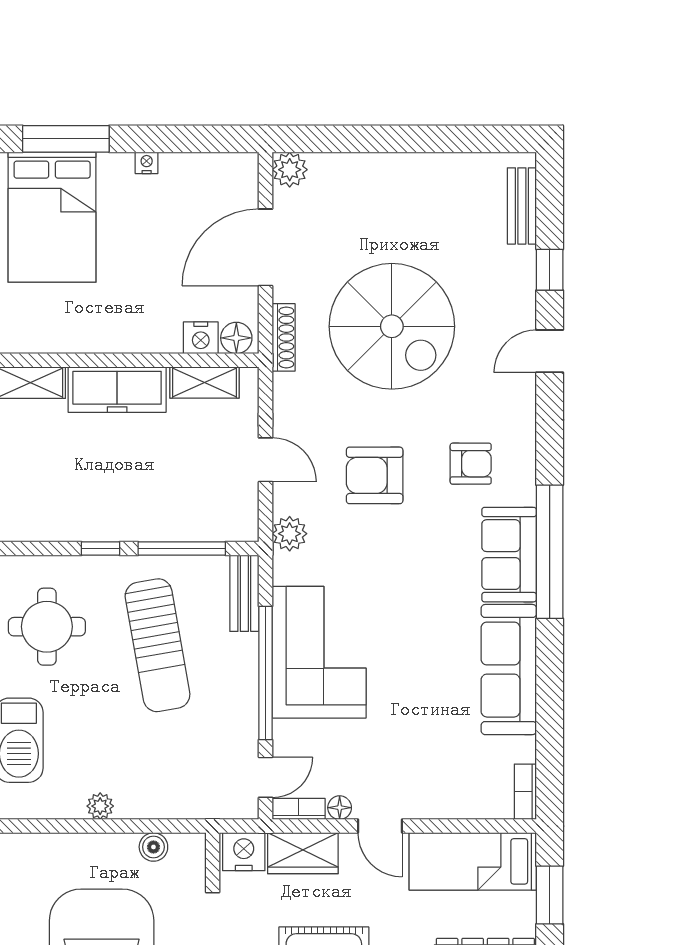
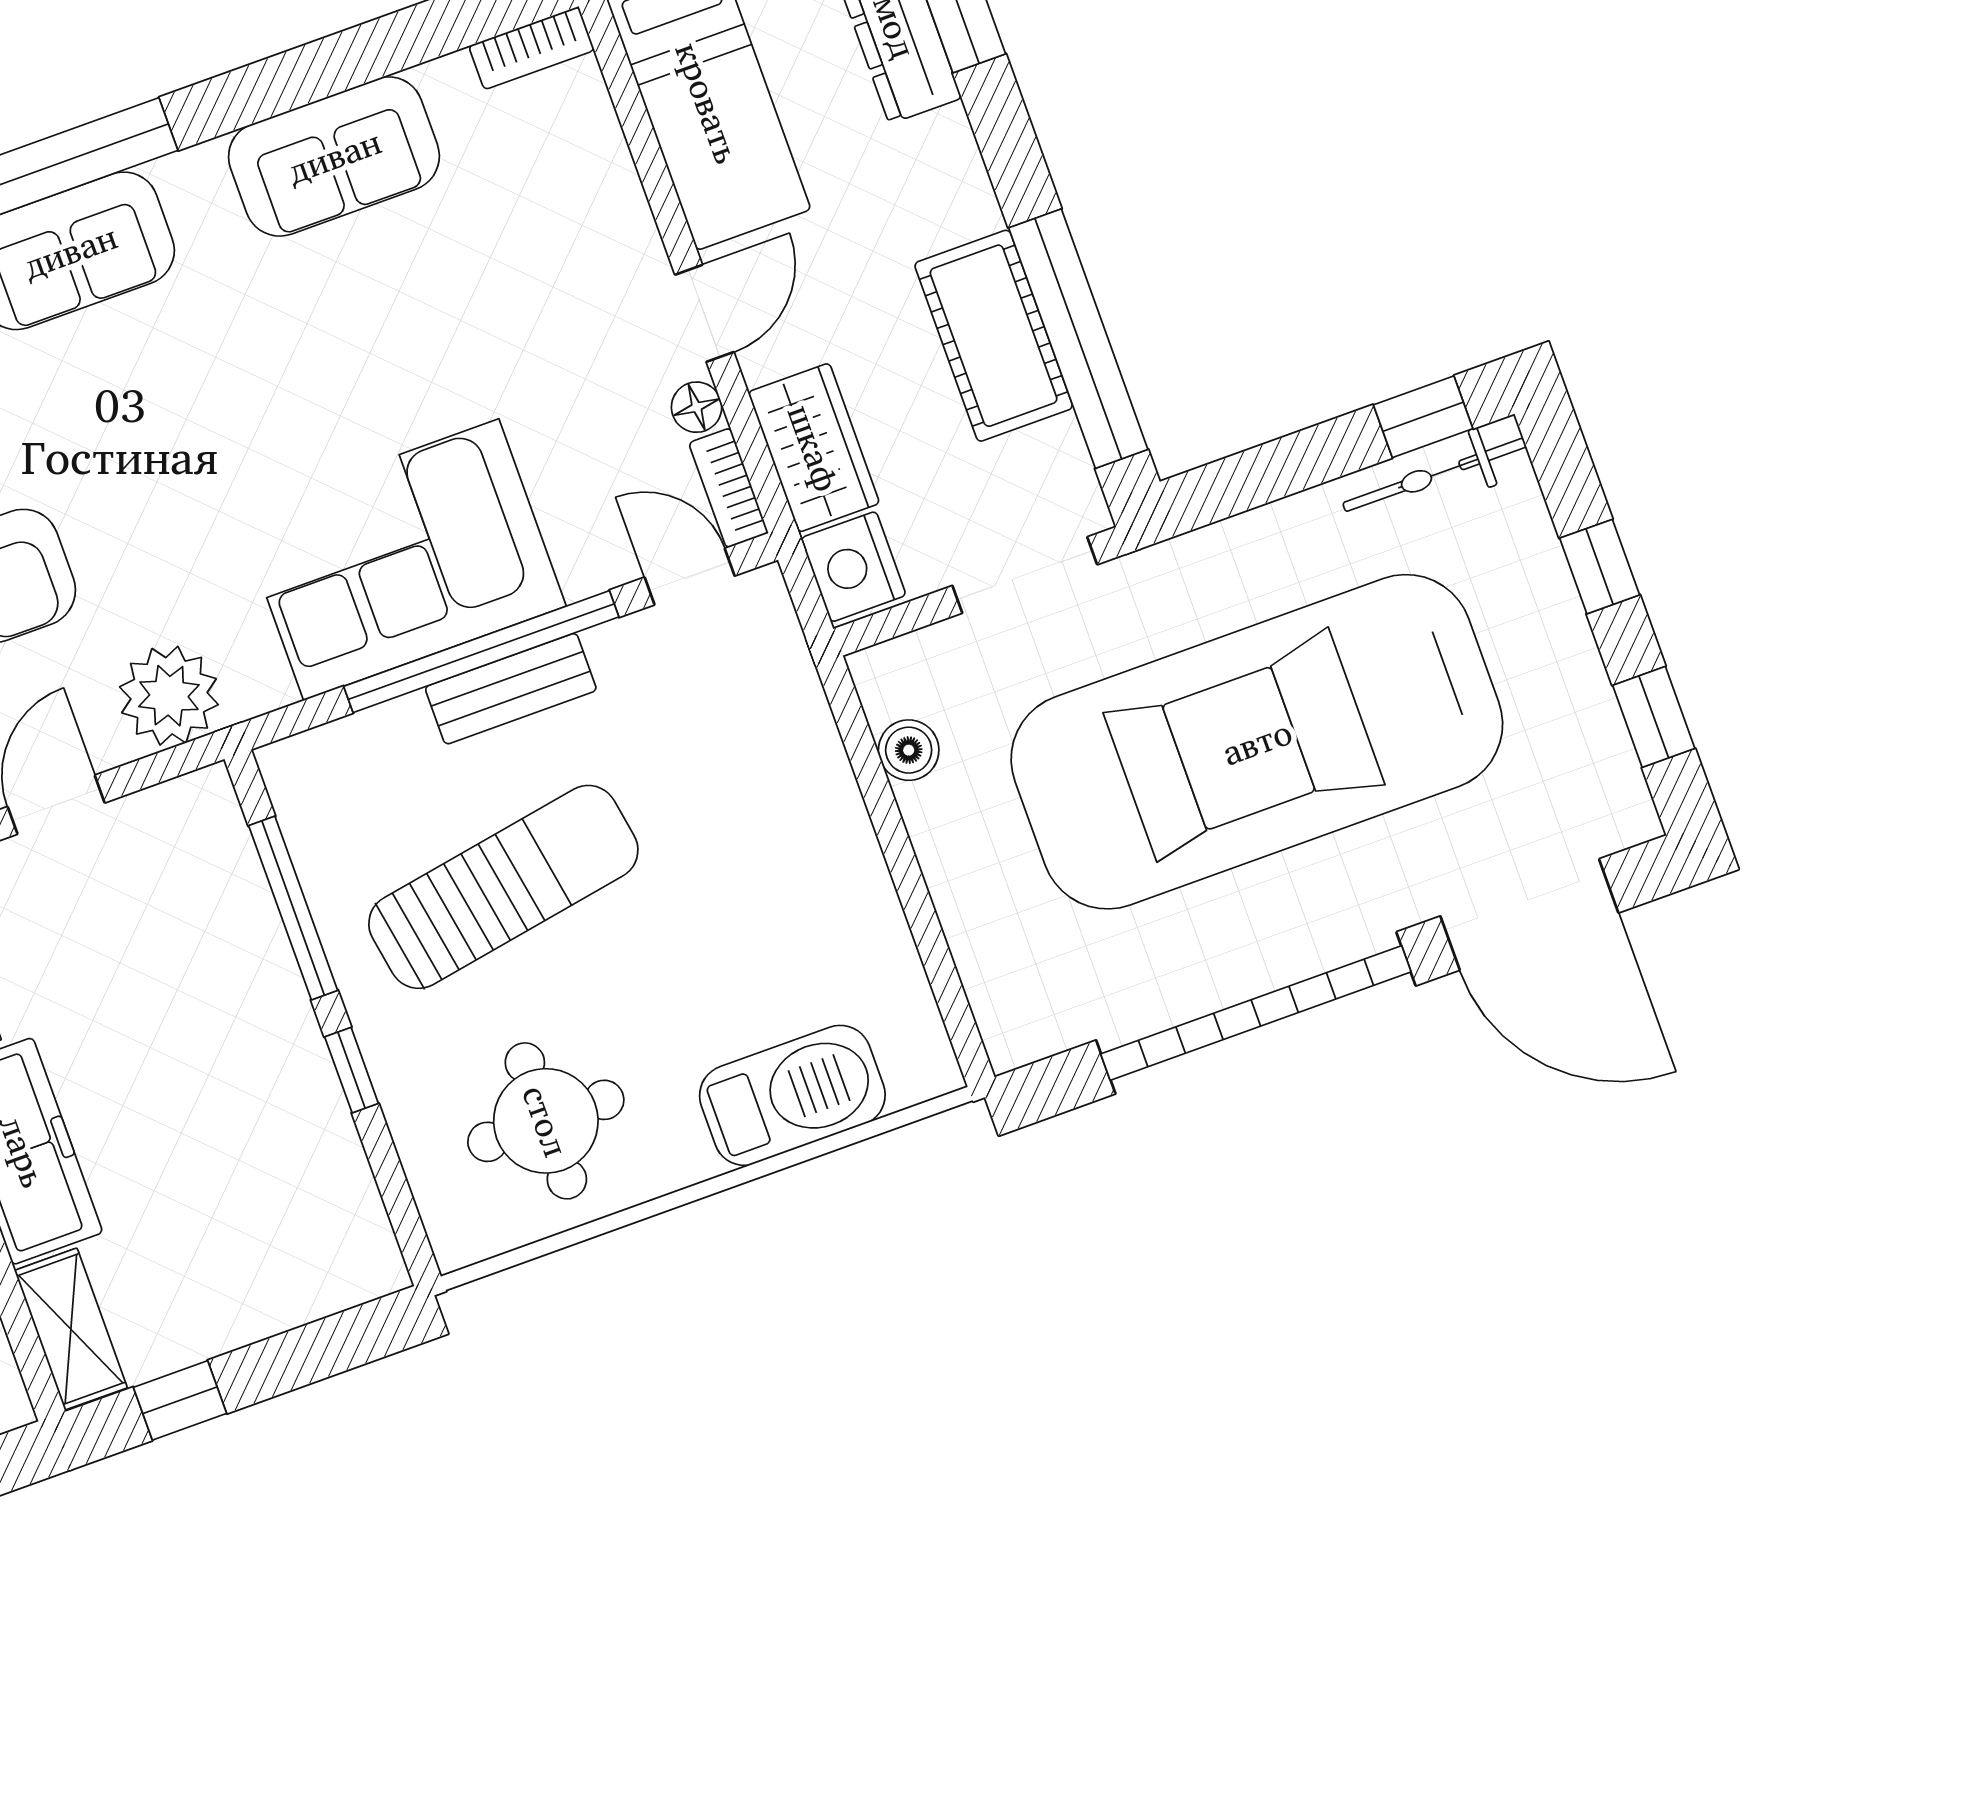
plant: (290, 534) -> (169, 696), width x1.36, depth x1.36
bench: (244, 593) -> (511, 689), moved
sofa: (509, 670) -> (334, 156), width x0.73
plant: (100, 806) -> (865, 886), removed

